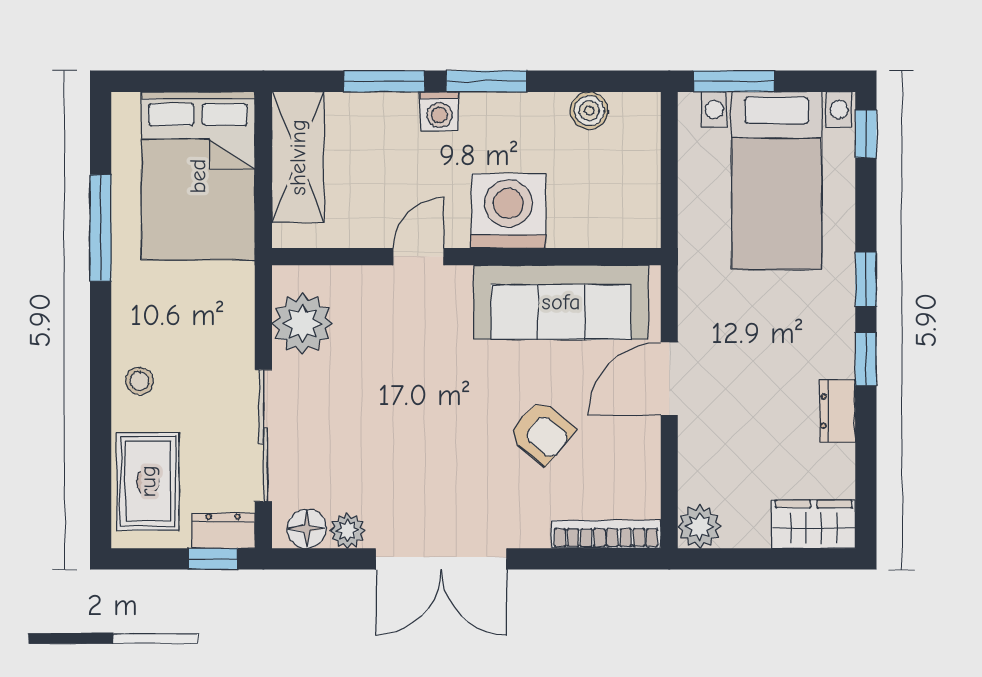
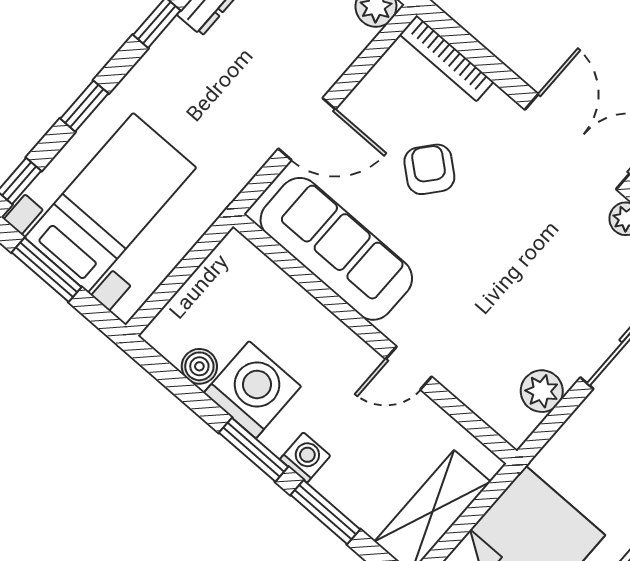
window: (734, 81) -> (47, 270), moved
washing machine: (508, 211) -> (252, 390), moved, turned 180
window: (866, 279) -> (84, 106), moved
plant: (303, 323) -> (542, 391), width x0.73, depth x0.73

